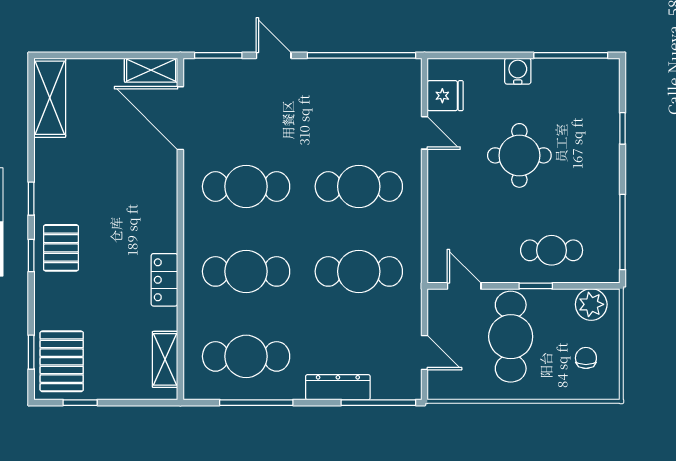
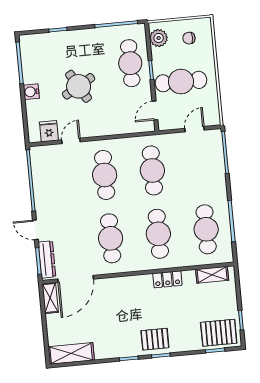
door: (274, 55) -> (35, 230), hinge flipped
round table: (519, 155) -> (79, 86), turned -30
cafe table: (552, 250) -> (130, 63), width x1.37, depth x1.35
dresser: (338, 387) -> (47, 259), moved, turned 180

